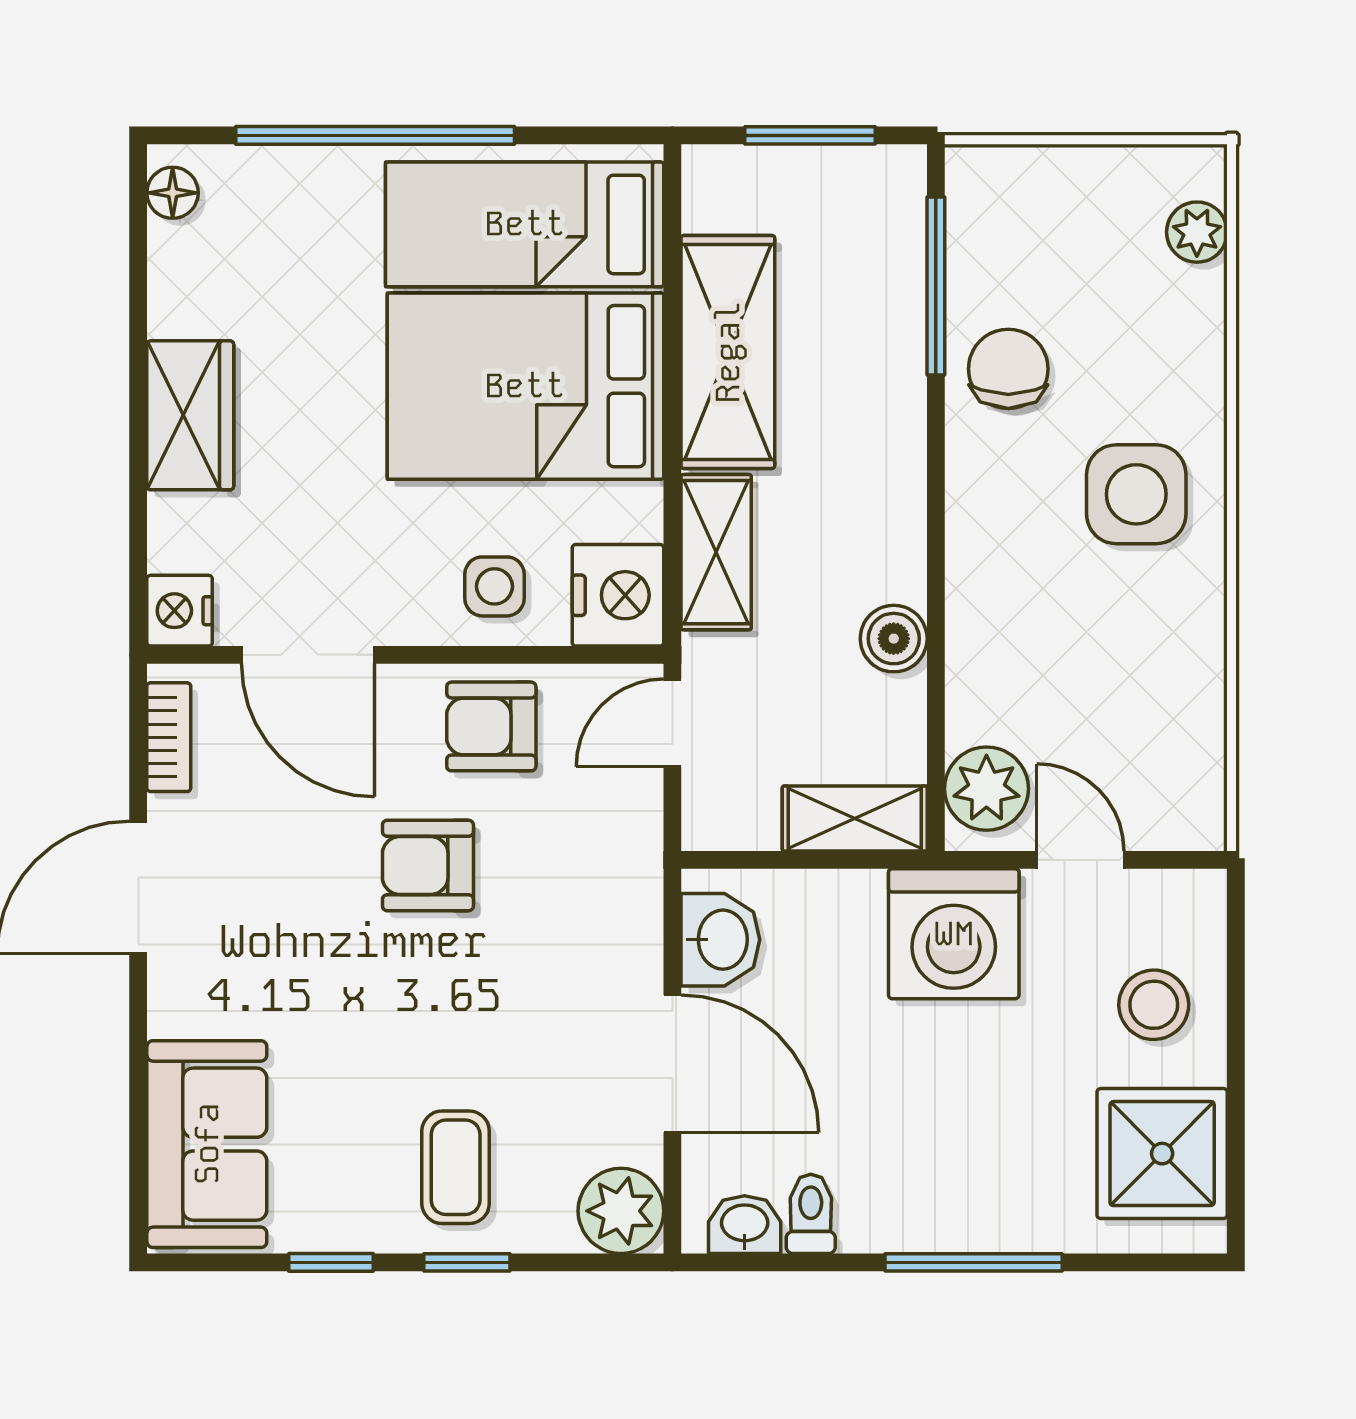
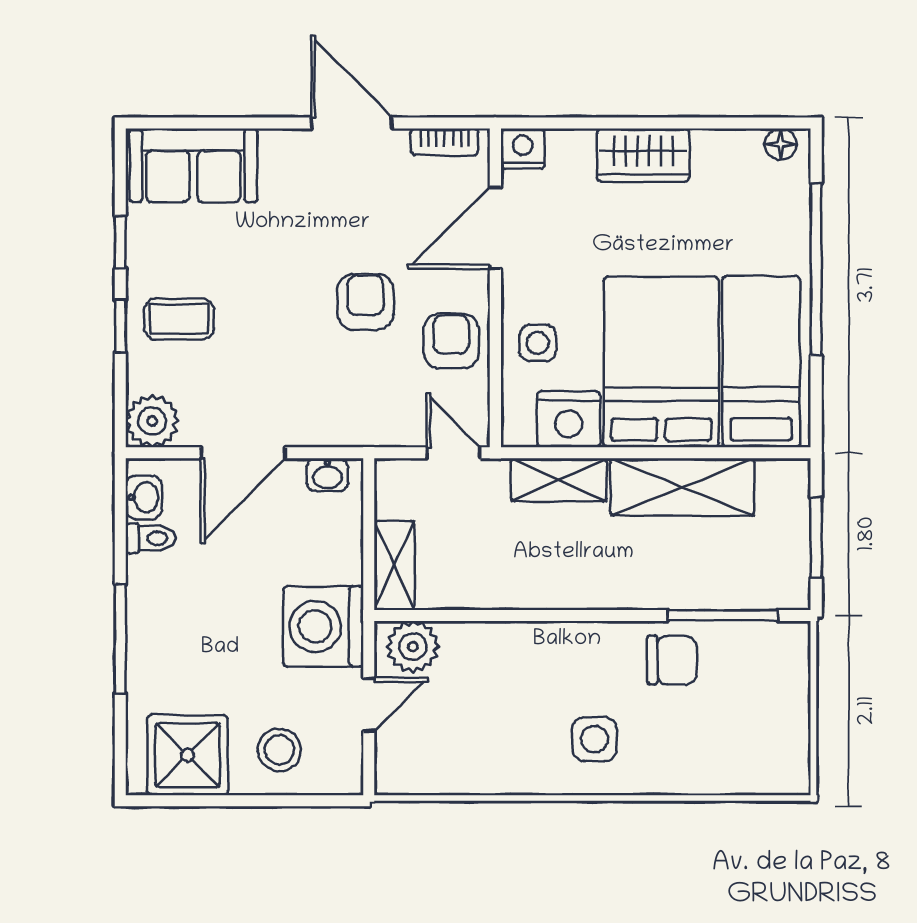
plant: (1197, 232) -> (756, 777), removed
side table: (1136, 494) -> (595, 739), width x0.73, depth x0.73
nightstand: (618, 595) -> (569, 419), moved
boiler: (894, 639) -> (505, 589), removed
washbasin: (720, 940) -> (327, 475), width x0.72, depth x0.69

